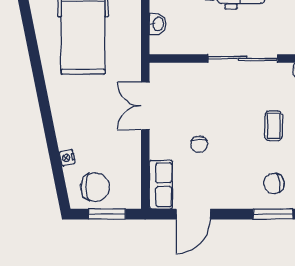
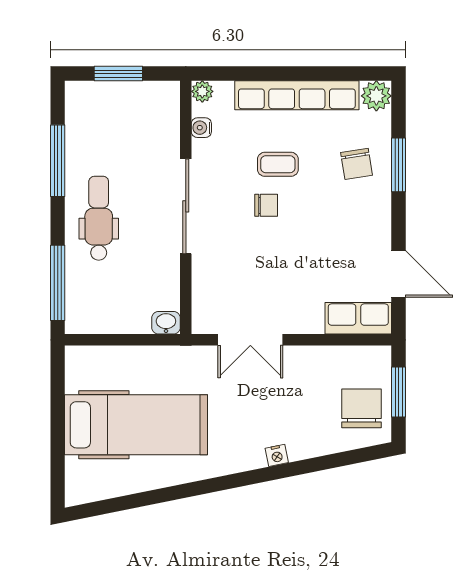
washbasin: (158, 24) -> (166, 323), moved
chair: (199, 144) -> (266, 205), moved
nightstand: (67, 158) -> (277, 455), moved

